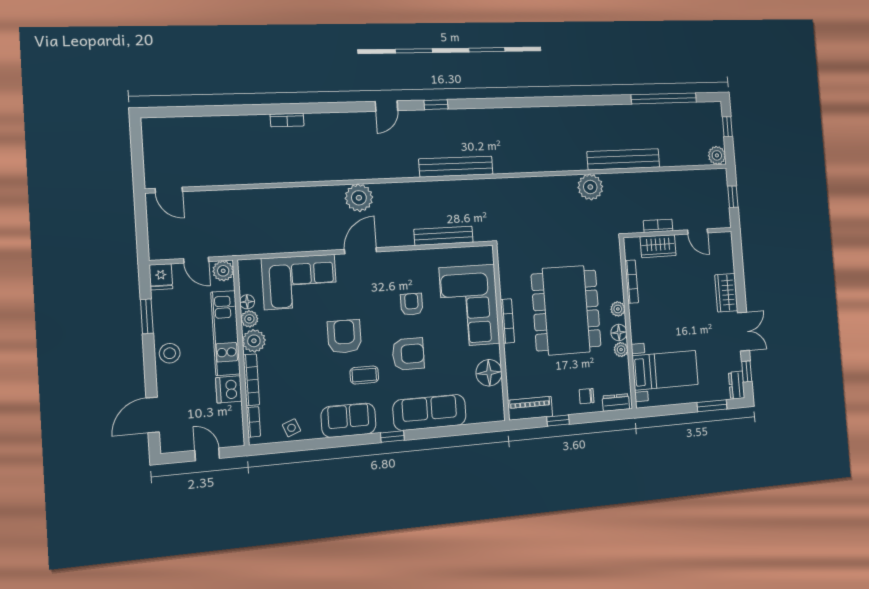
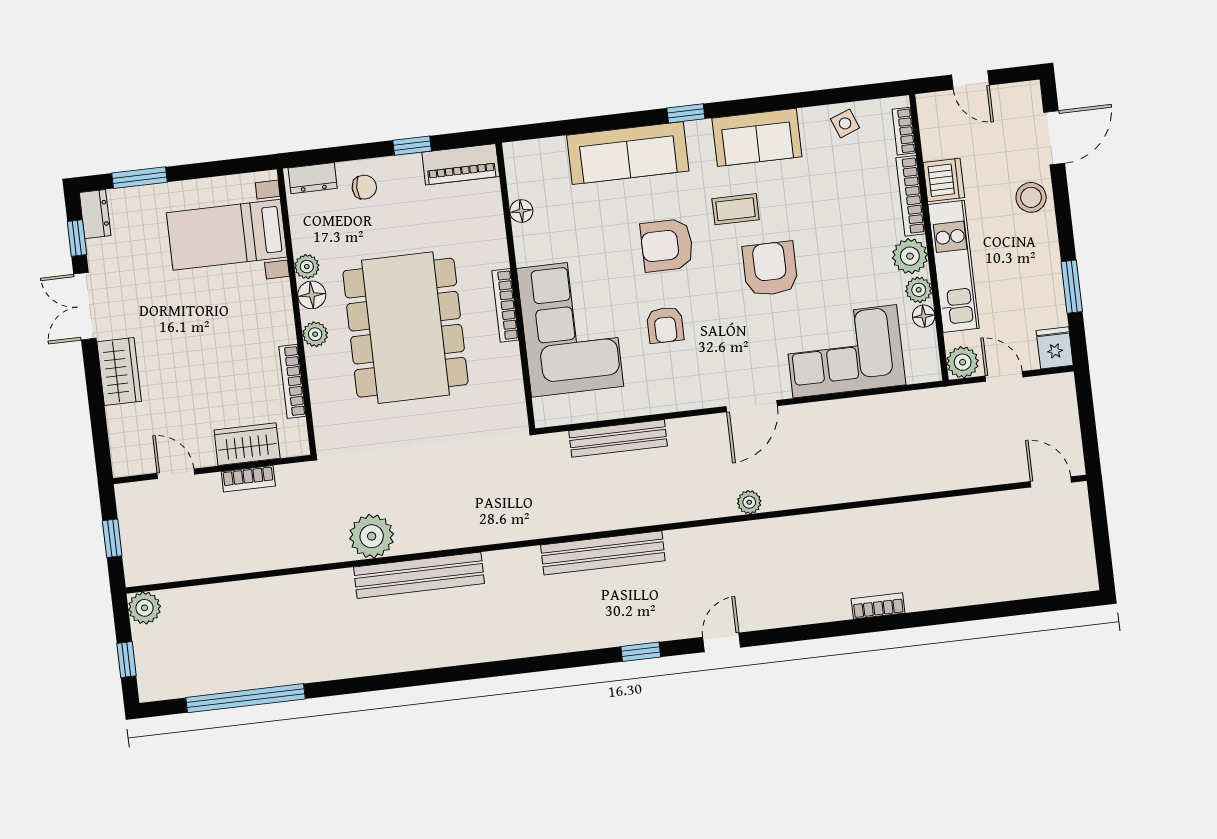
bench: (624, 159) -> (419, 575), moved
plant: (359, 198) -> (749, 502), width x0.53, depth x0.53
armchair: (344, 336) -> (770, 269), turned 180
stool: (170, 353) -> (1031, 197), moved
floor lamp: (489, 373) -> (521, 211), width x0.53, depth x0.53

